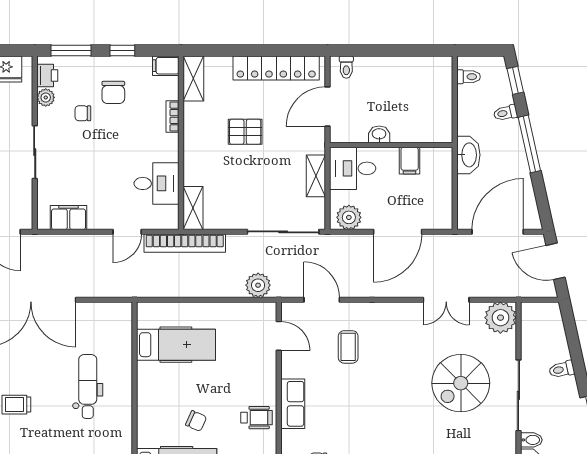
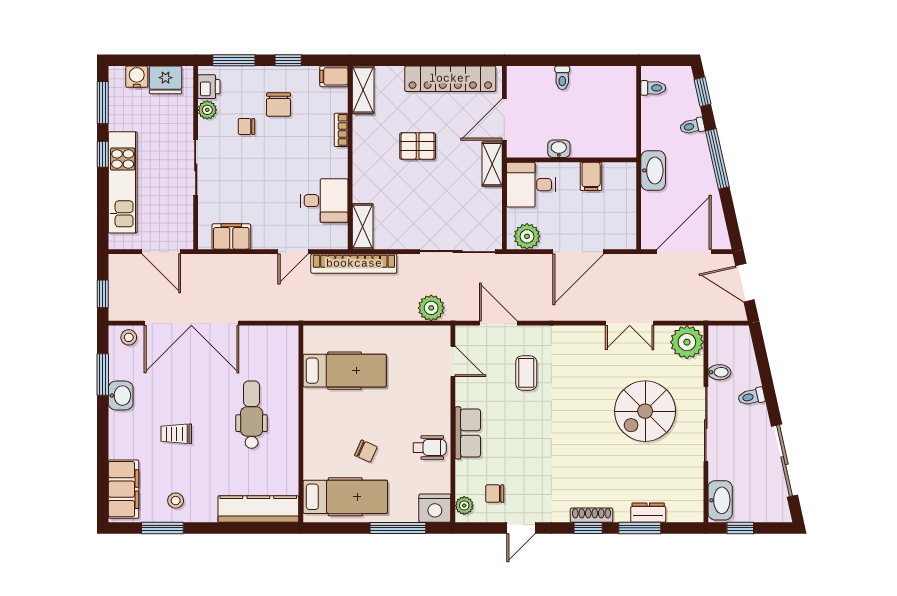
toilet: (346, 67) -> (562, 78), moved
shelving: (316, 176) -> (492, 164), moved
bidet: (531, 440) -> (719, 372), moved

